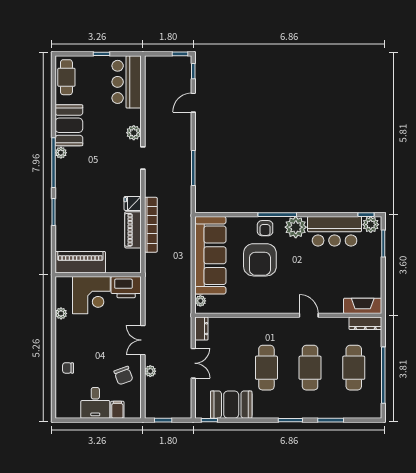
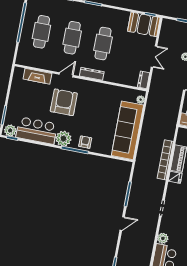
door: (193, 103) -> (122, 223), moved
plant: (134, 133) -> (163, 238), moved
armchair: (260, 260) -> (64, 102), moved
fireplace: (363, 306) -> (37, 76), moved
door: (309, 315) -> (66, 75), swing flipped
dresser: (365, 323) -> (92, 74), moved
double door: (193, 363) -> (154, 57), swing flipped
booth: (231, 405) -> (144, 24), moved

